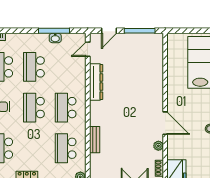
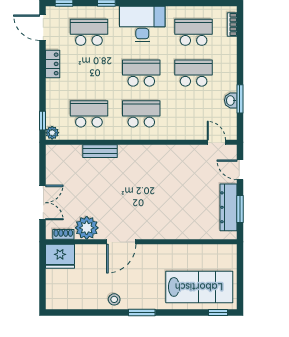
window: (54, 31) -> (240, 99), width x0.69
window: (140, 31) -> (240, 209), width x0.69
dresser: (96, 82) -> (228, 207), moved, turned 90
plant: (158, 146) -> (87, 228), width x1.88, depth x1.88

